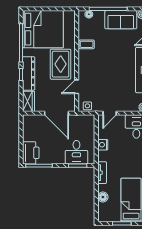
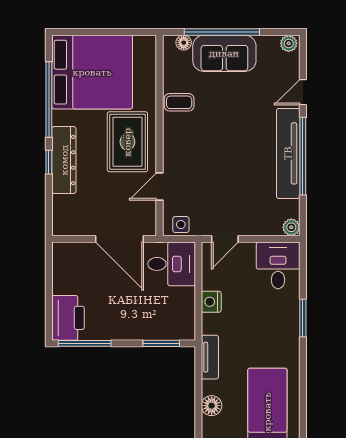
sofa: (121, 20) -> (224, 53), moved
wardrobe: (28, 101) -> (64, 216), removed
desk: (76, 152) -> (172, 264), moved, turned -90

